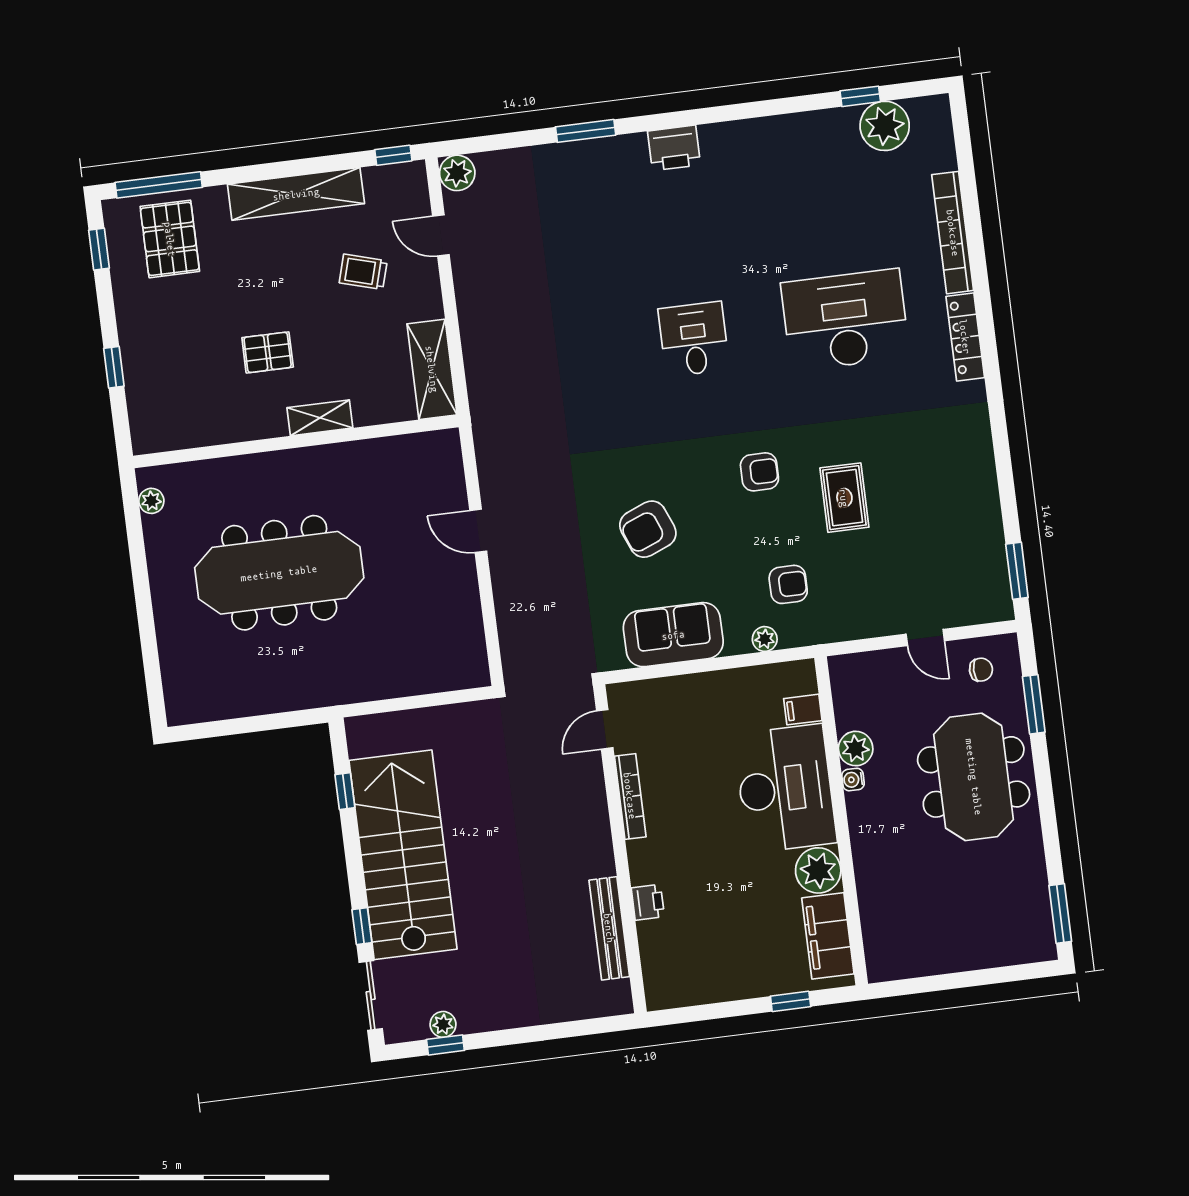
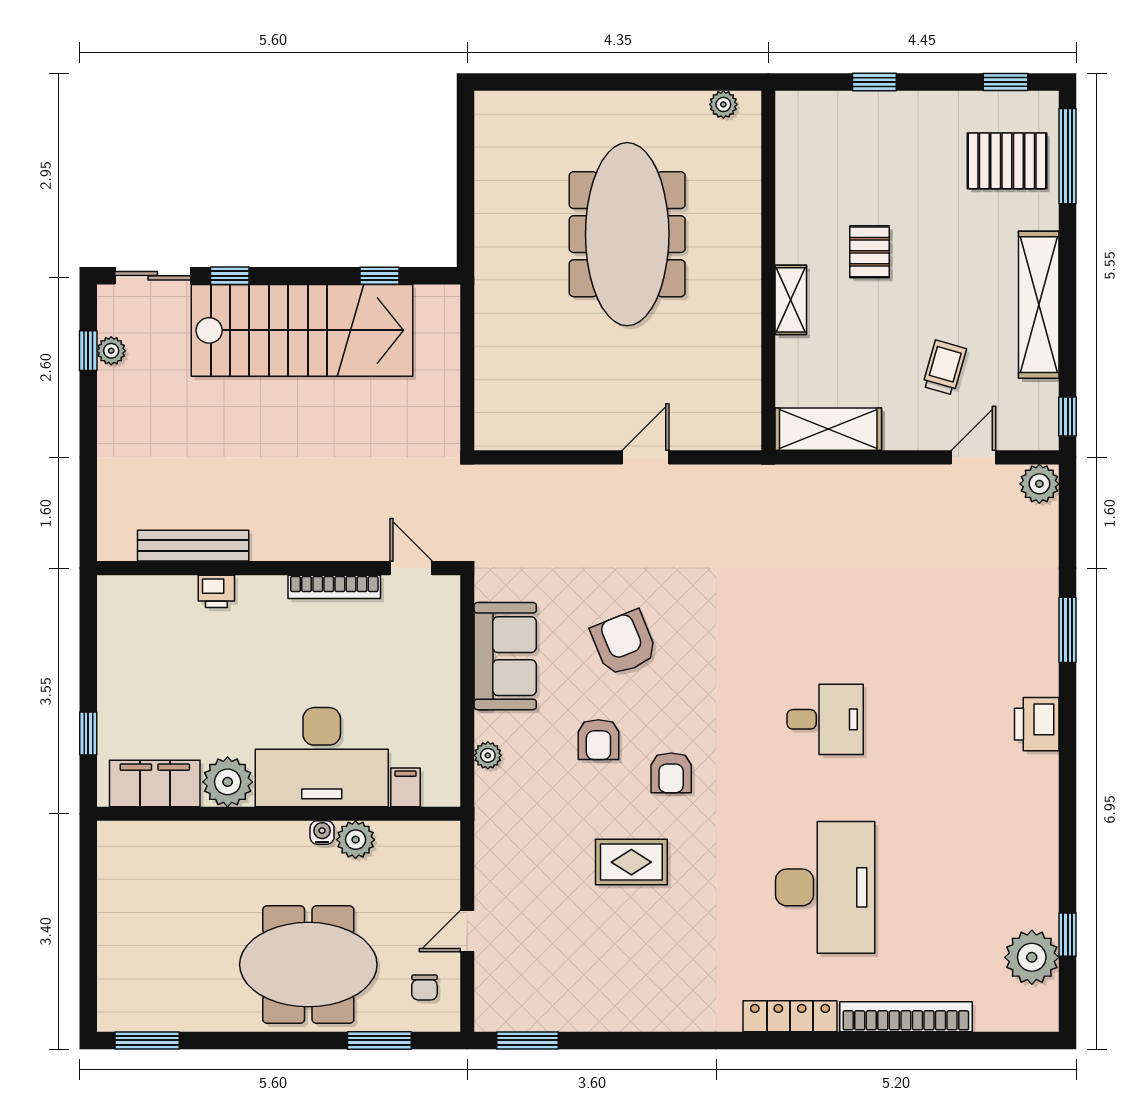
armchair: (788, 584) -> (598, 740), moved

